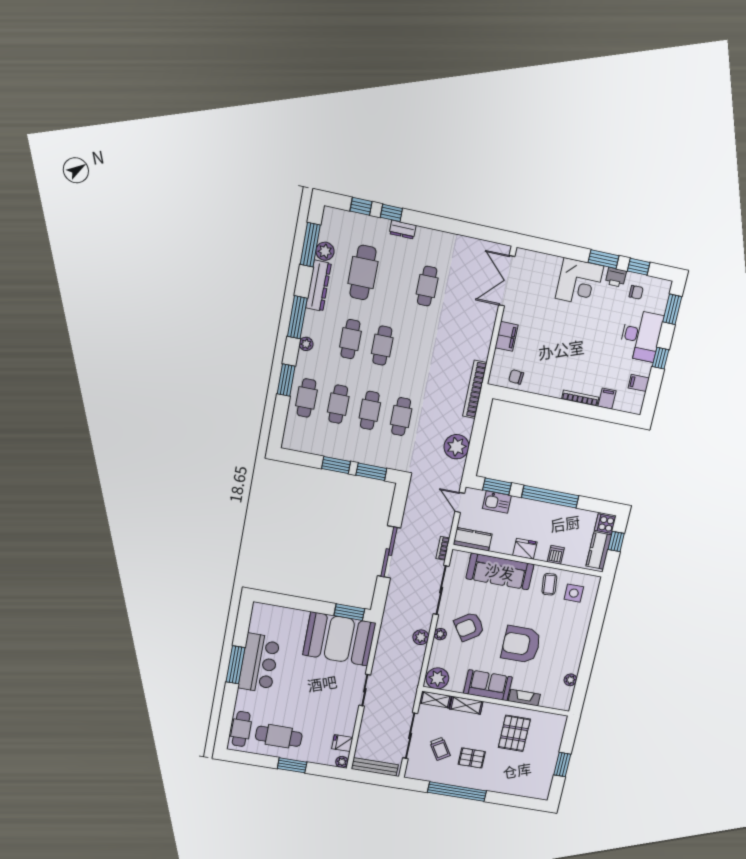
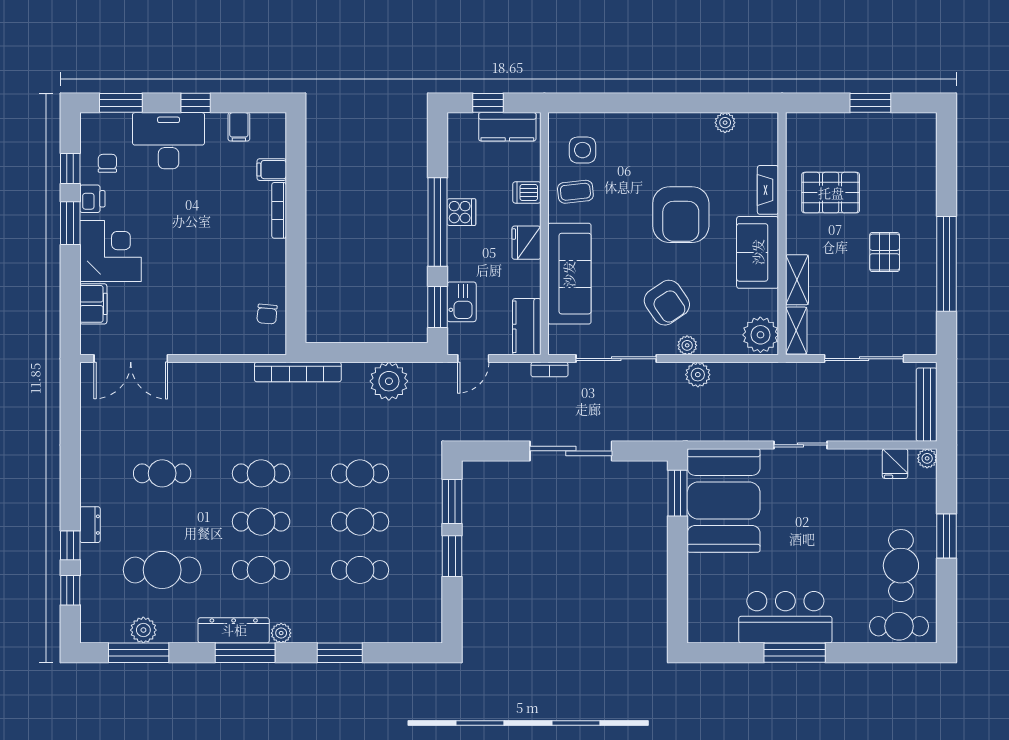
dresser: (318, 286) -> (234, 630), moved
filing cabinet: (507, 336) -> (93, 304), moved, turned 90
cafe table: (306, 398) -> (261, 473), moved
cooker: (605, 524) -> (461, 212), moved, turned -90
trolley: (440, 749) -> (878, 306), removed

